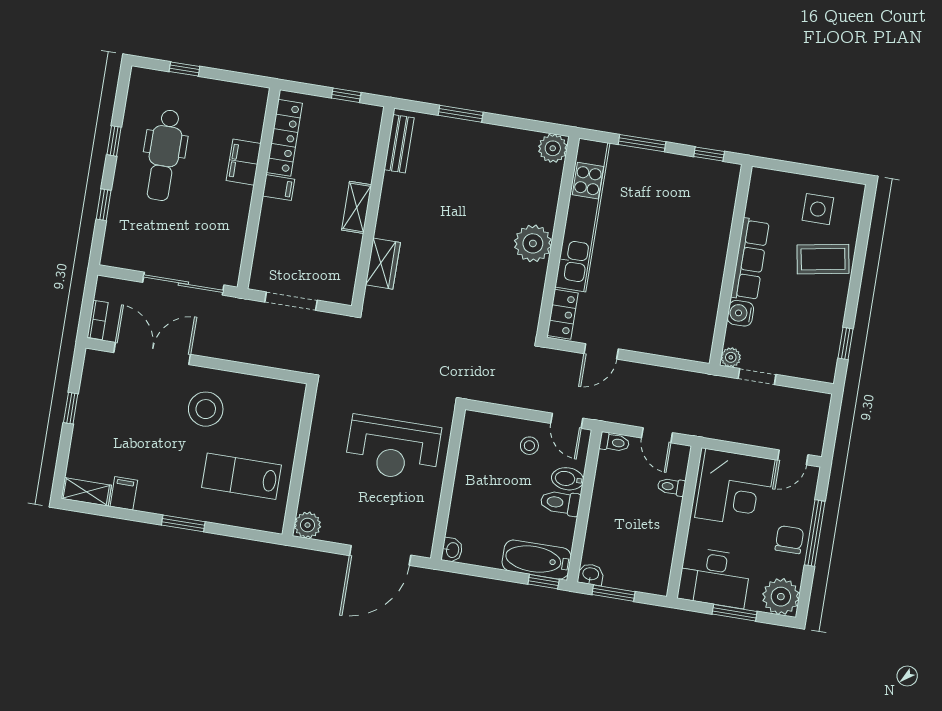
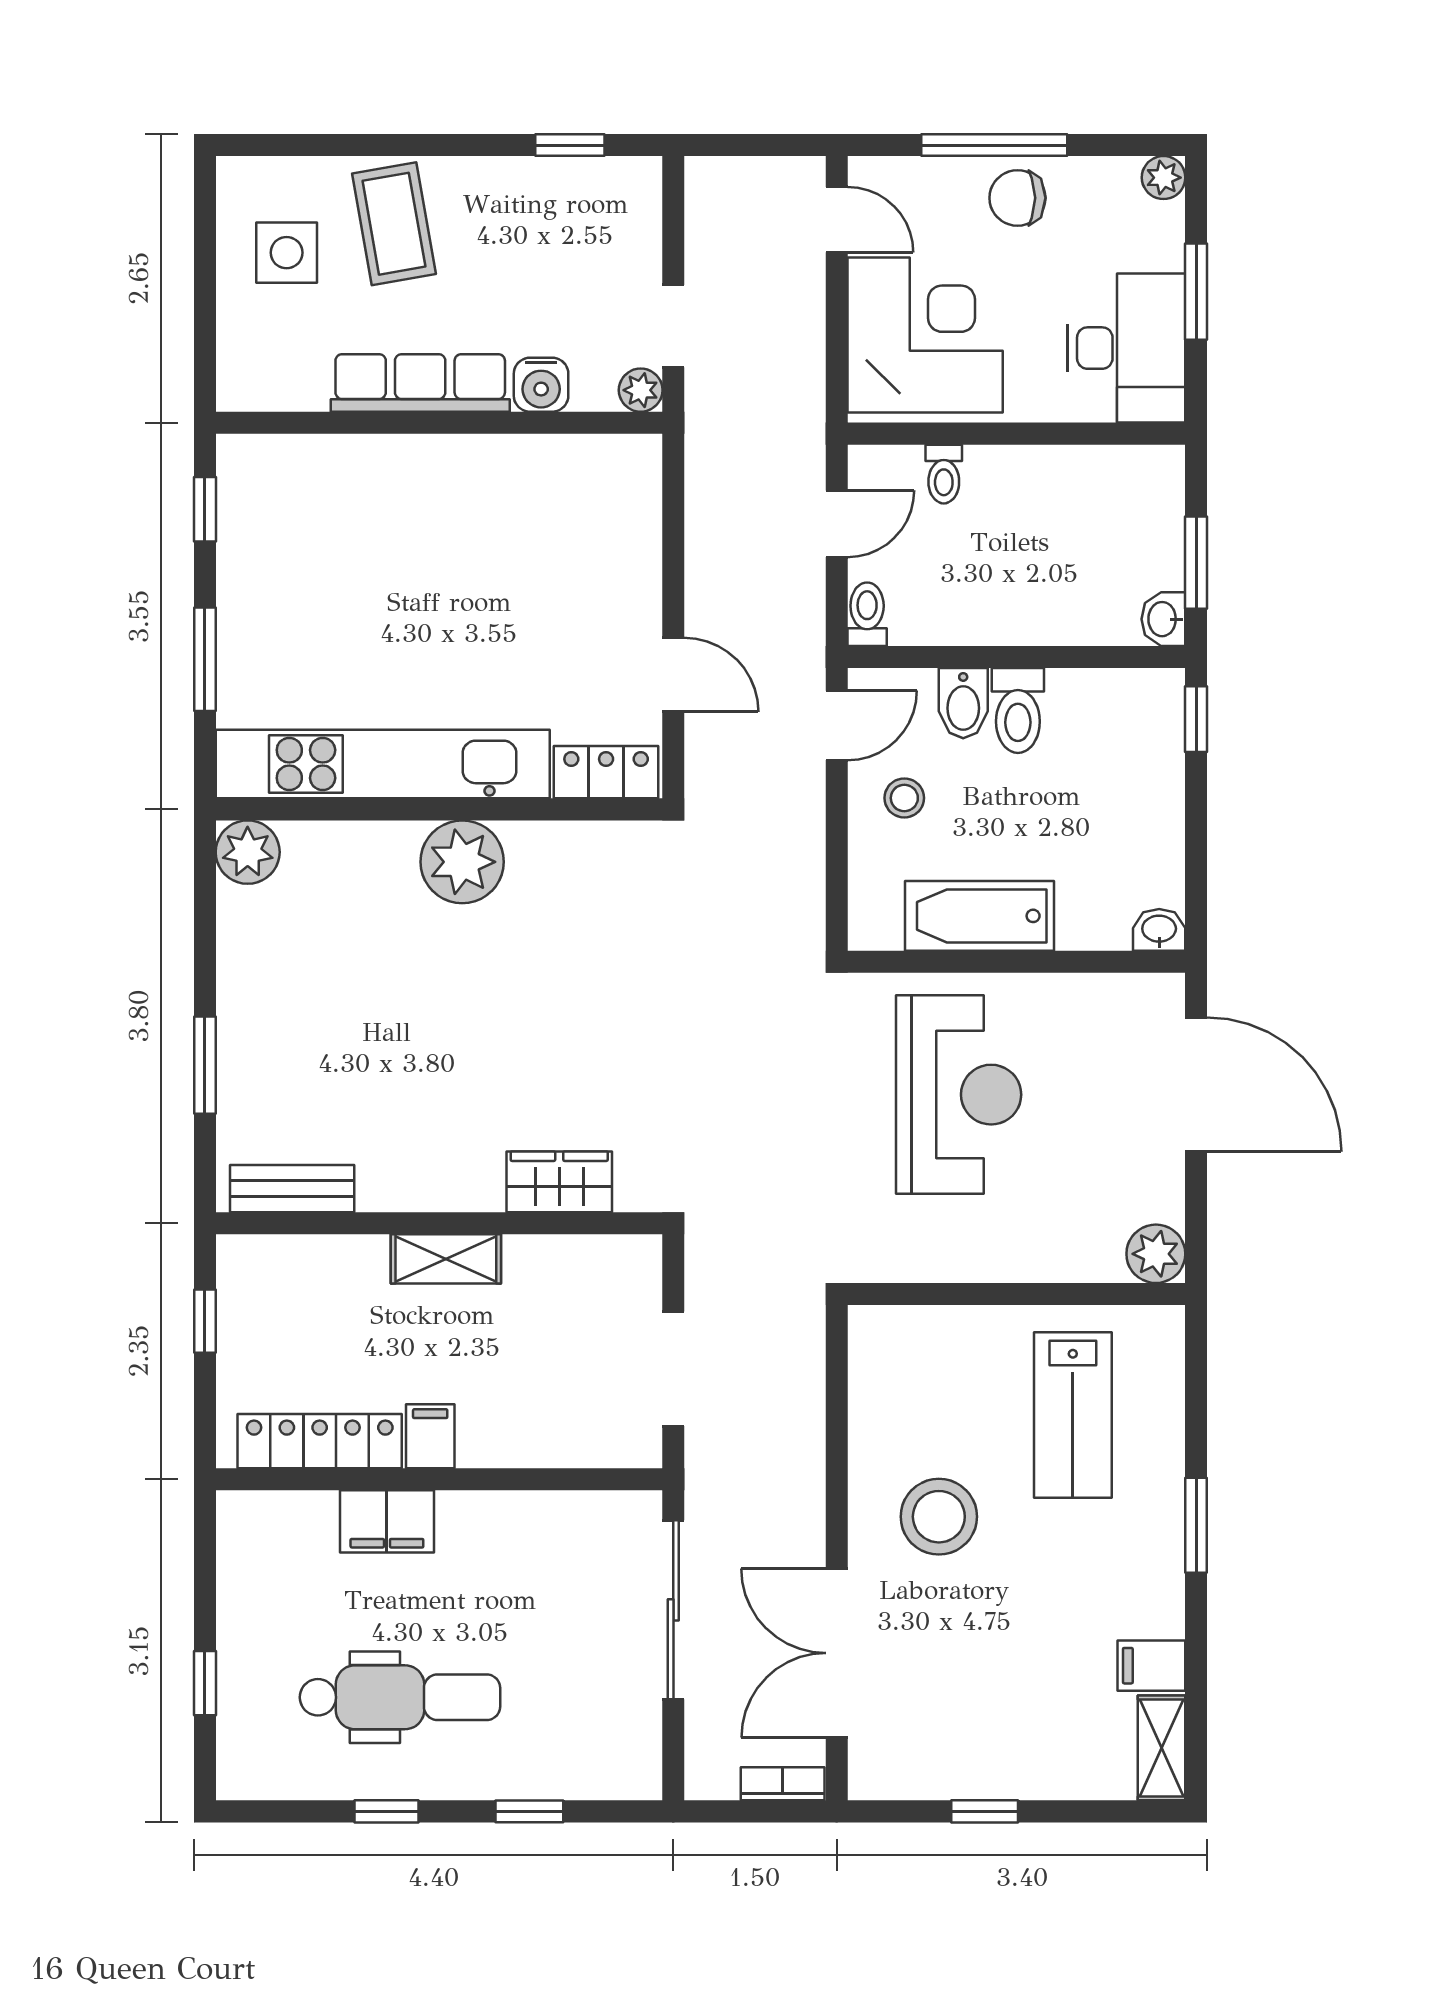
bathtub: (537, 560) -> (980, 916), moved, turned 90
plant: (781, 597) -> (1164, 178), width x0.53, depth x0.53

